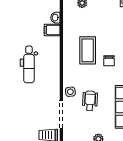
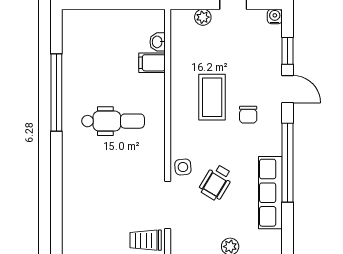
dental chair: (29, 64) -> (113, 121), turned -90
wheelchair: (90, 101) -> (216, 182), turned -152

